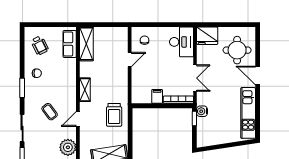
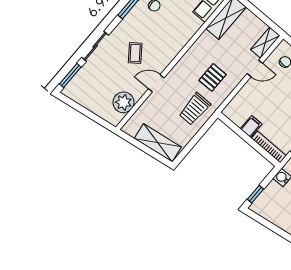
pallet: (109, 87) -> (213, 77), added
shelving: (85, 90) -> (265, 43), moved
window: (194, 118) -> (256, 194), moved

